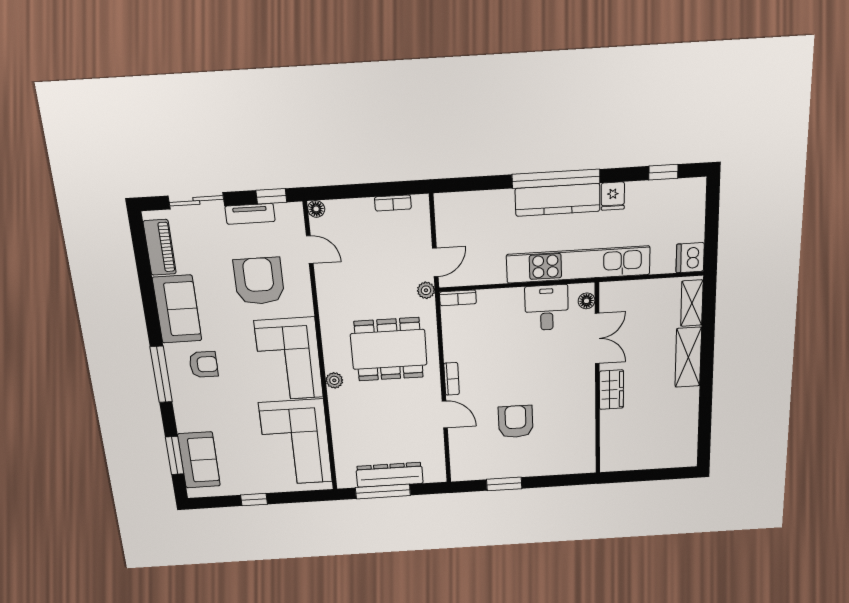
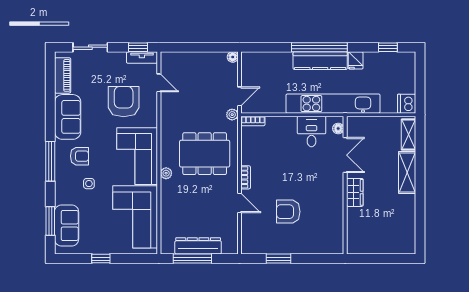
bookcase: (393, 203) -> (215, 56), removed
floor lamp: (316, 209) -> (233, 57), moved
tv unit: (250, 214) -> (142, 58), moved
side table: (223, 402) -> (89, 184), added
armchair: (516, 422) -> (288, 212), turned -90

